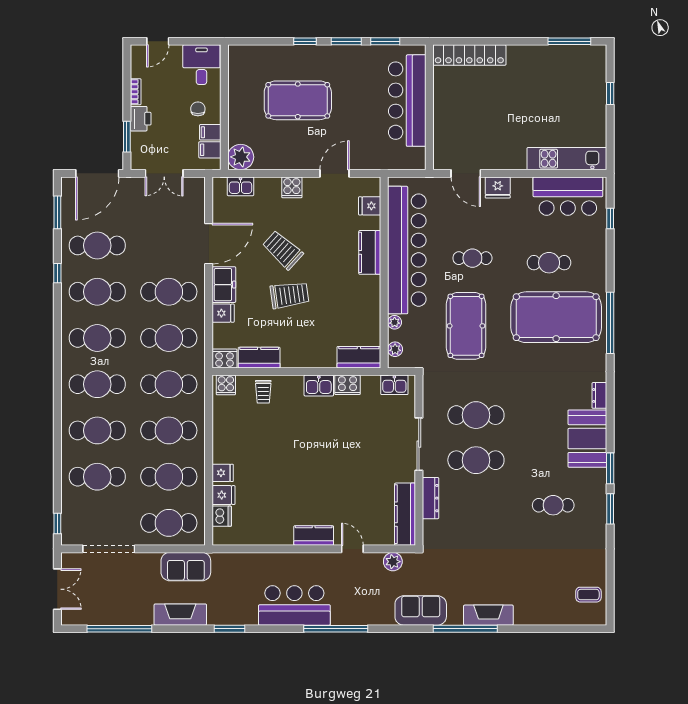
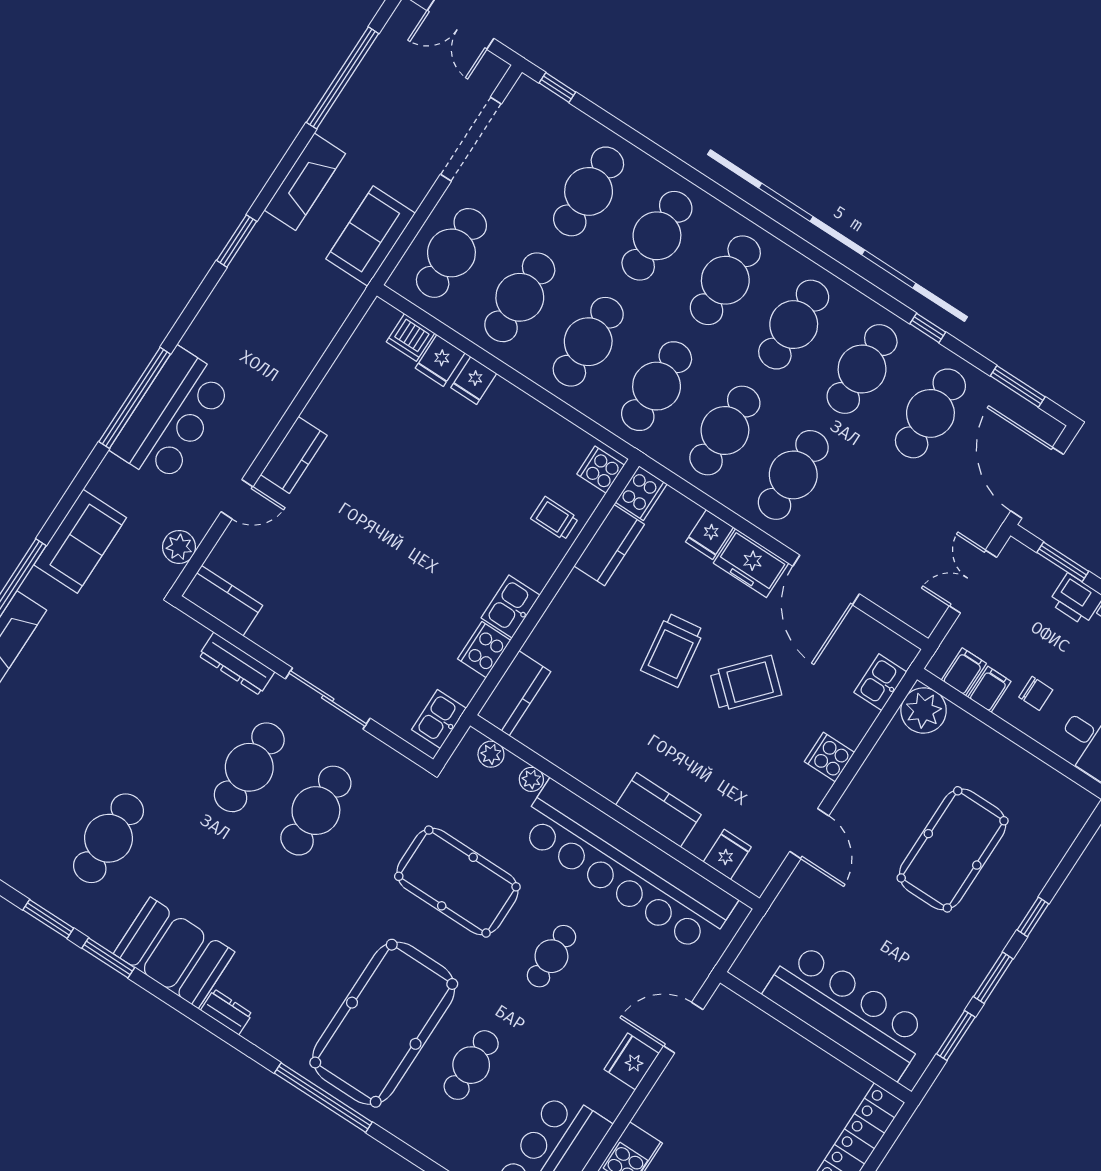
cafe table: (553, 505) -> (109, 838), width x1.37, depth x1.35
kitchen counter: (405, 514) -> (222, 601), width x0.67
bar counter: (294, 605) -> (172, 416), moved

